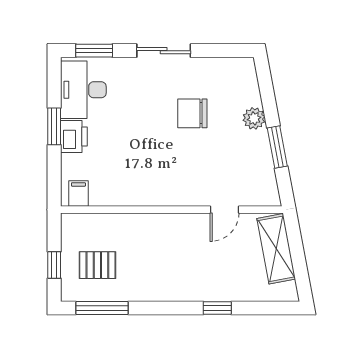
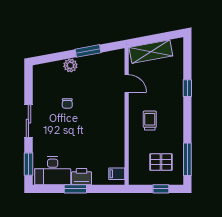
chair: (192, 113) -> (67, 103), width x0.54, depth x0.54
trolley: (165, 247) -> (150, 121), added
pallet: (97, 265) -> (161, 162), turned 90

